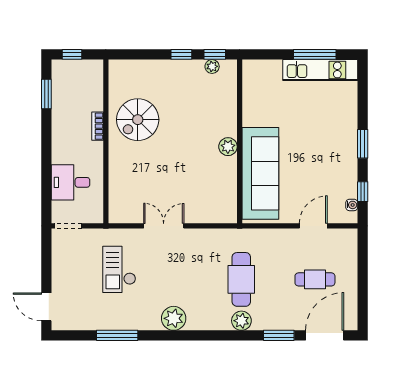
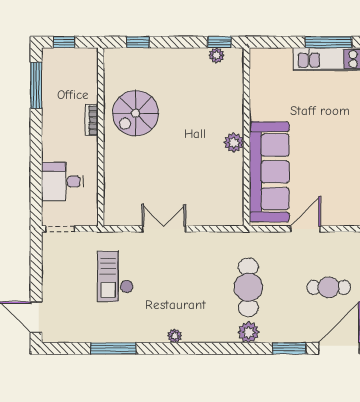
window: (181, 54) -> (138, 42), moved
window: (46, 94) -> (36, 85), width x1.44
door: (313, 226) -> (305, 229), moved
plant: (174, 318) -> (175, 336), width x0.53, depth x0.53

